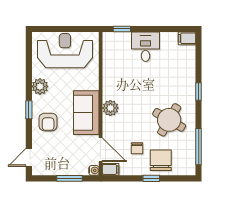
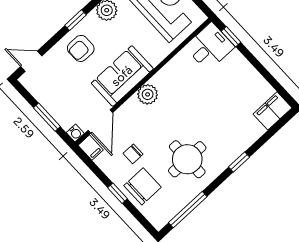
filing cabinet: (187, 38) -> (273, 111), width x2.00
desk: (145, 47) -> (210, 47), moved
round table: (169, 120) -> (187, 159), turned -30

